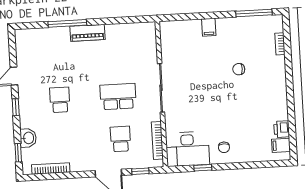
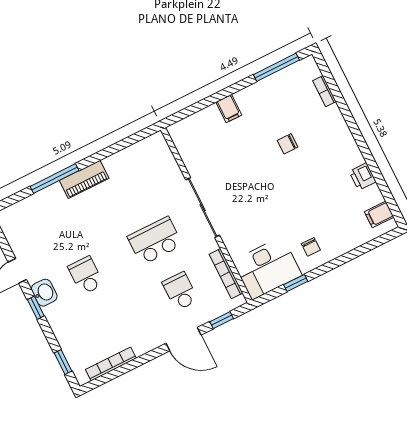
printer: (282, 129) -> (363, 177), moved
washbasin: (28, 138) -> (44, 293), moved

